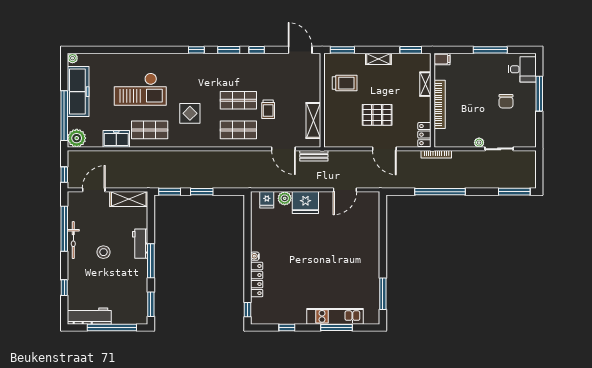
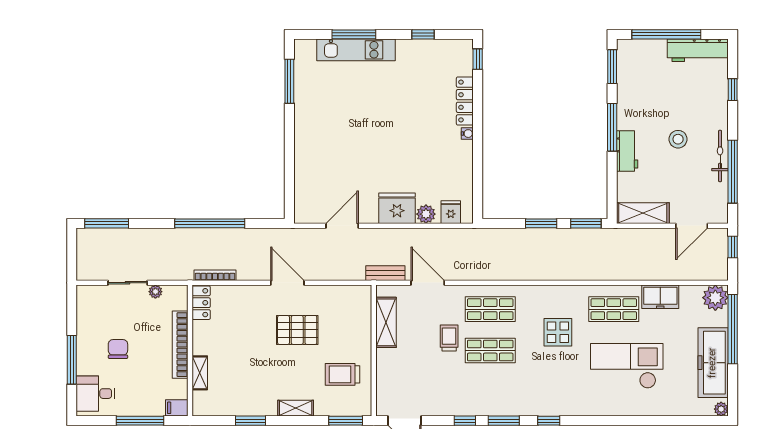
filing cabinet: (442, 59) -> (177, 408), moved
shelving: (425, 84) -> (200, 373), moved
wall: (432, 100) -> (190, 350), moved
bookcase: (440, 104) -> (180, 345), moved
locker: (424, 135) -> (201, 303), moved

